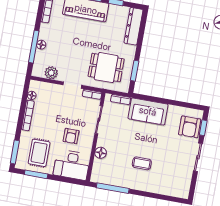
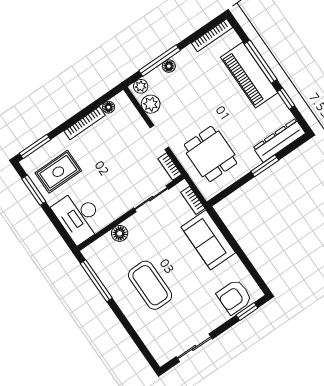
plant: (37, 69) -> (141, 86), added
window: (135, 71) -> (265, 166), moved
armchair: (71, 136) -> (107, 187), removed
sliding door: (198, 157) -> (194, 348), moved
coffee table: (142, 163) -> (150, 285), width x1.86, depth x1.72

